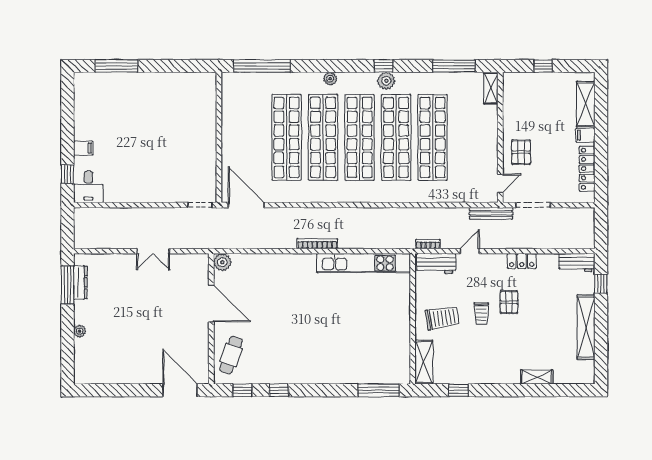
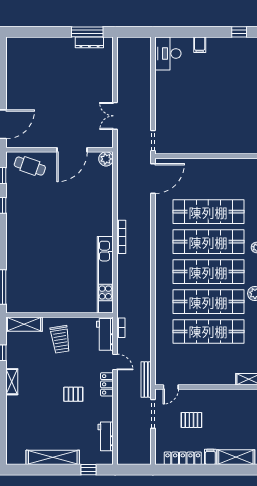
pallet: (521, 152) -> (191, 420), moved
window: (67, 174) -> (239, 32), moved
door: (500, 183) -> (171, 387), hinge flipped
desk: (88, 187) -> (168, 53), width x1.37
double door: (153, 251) -> (115, 116), moved
locker: (522, 261) -> (107, 384), moved
workbench: (577, 263) -> (106, 436), moved
trolley: (481, 313) -> (64, 371), removed
plant: (80, 331) -> (49, 42), removed
shelving: (537, 377) -> (12, 382), moved

